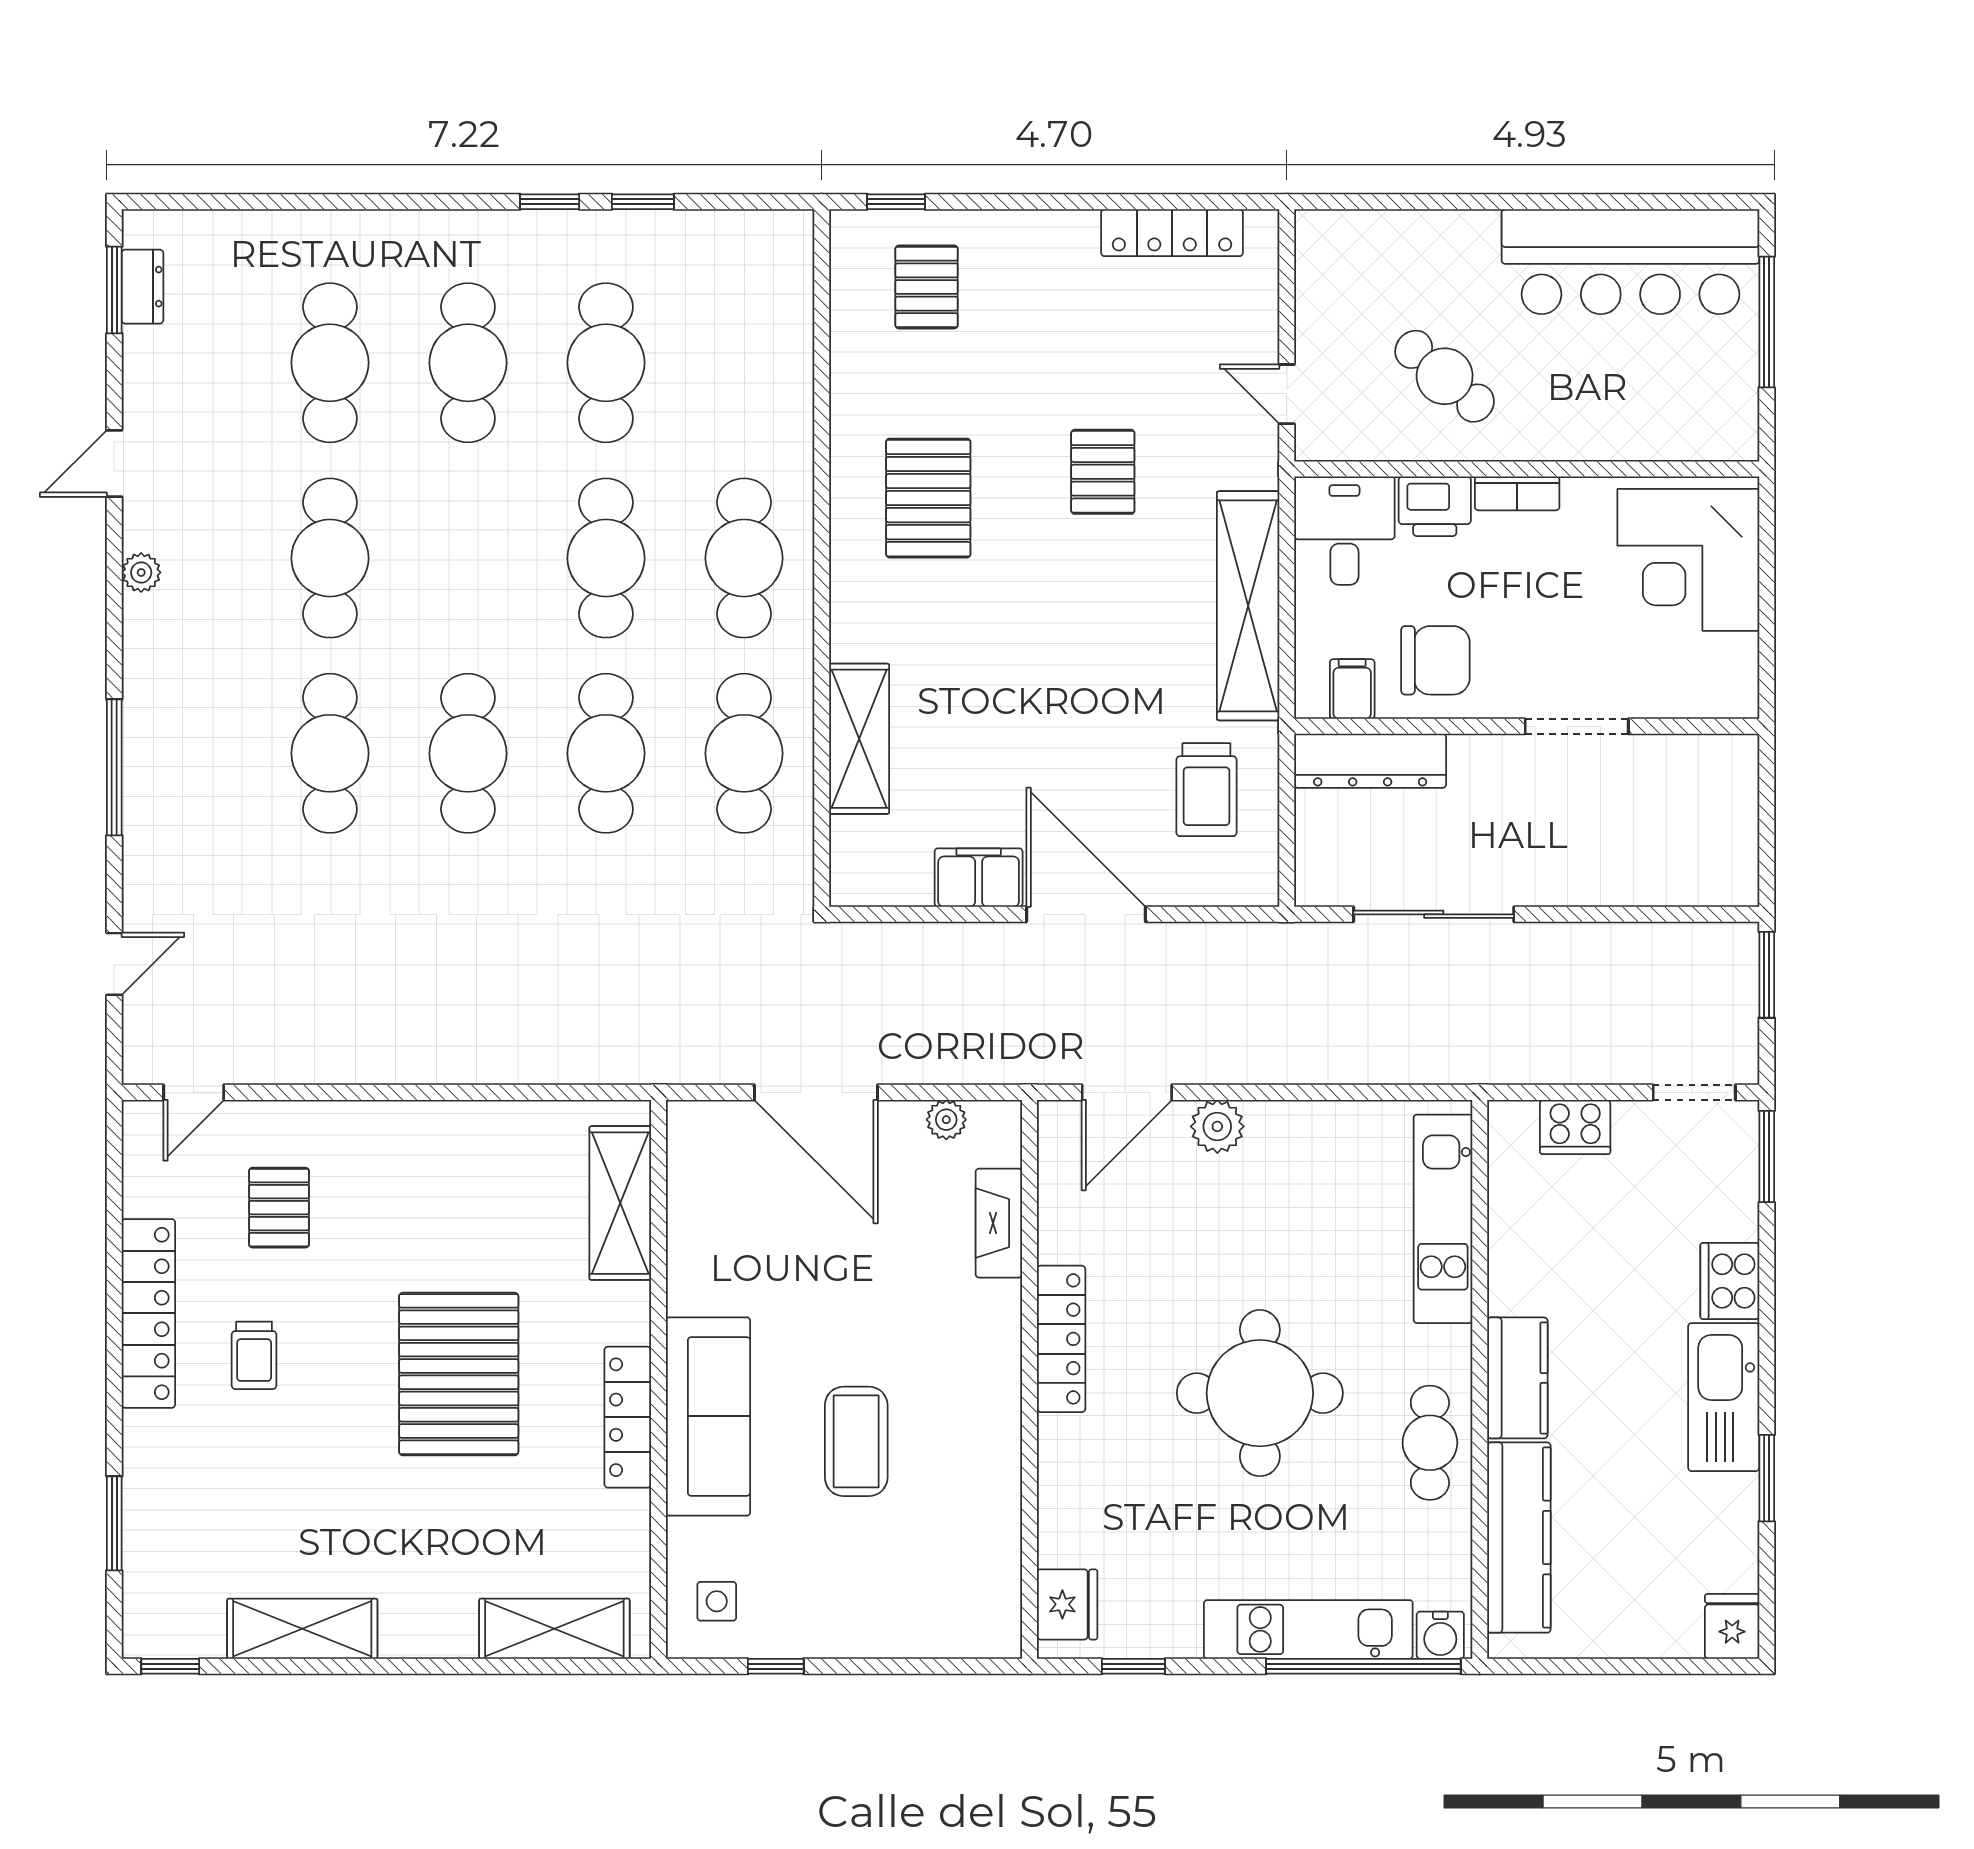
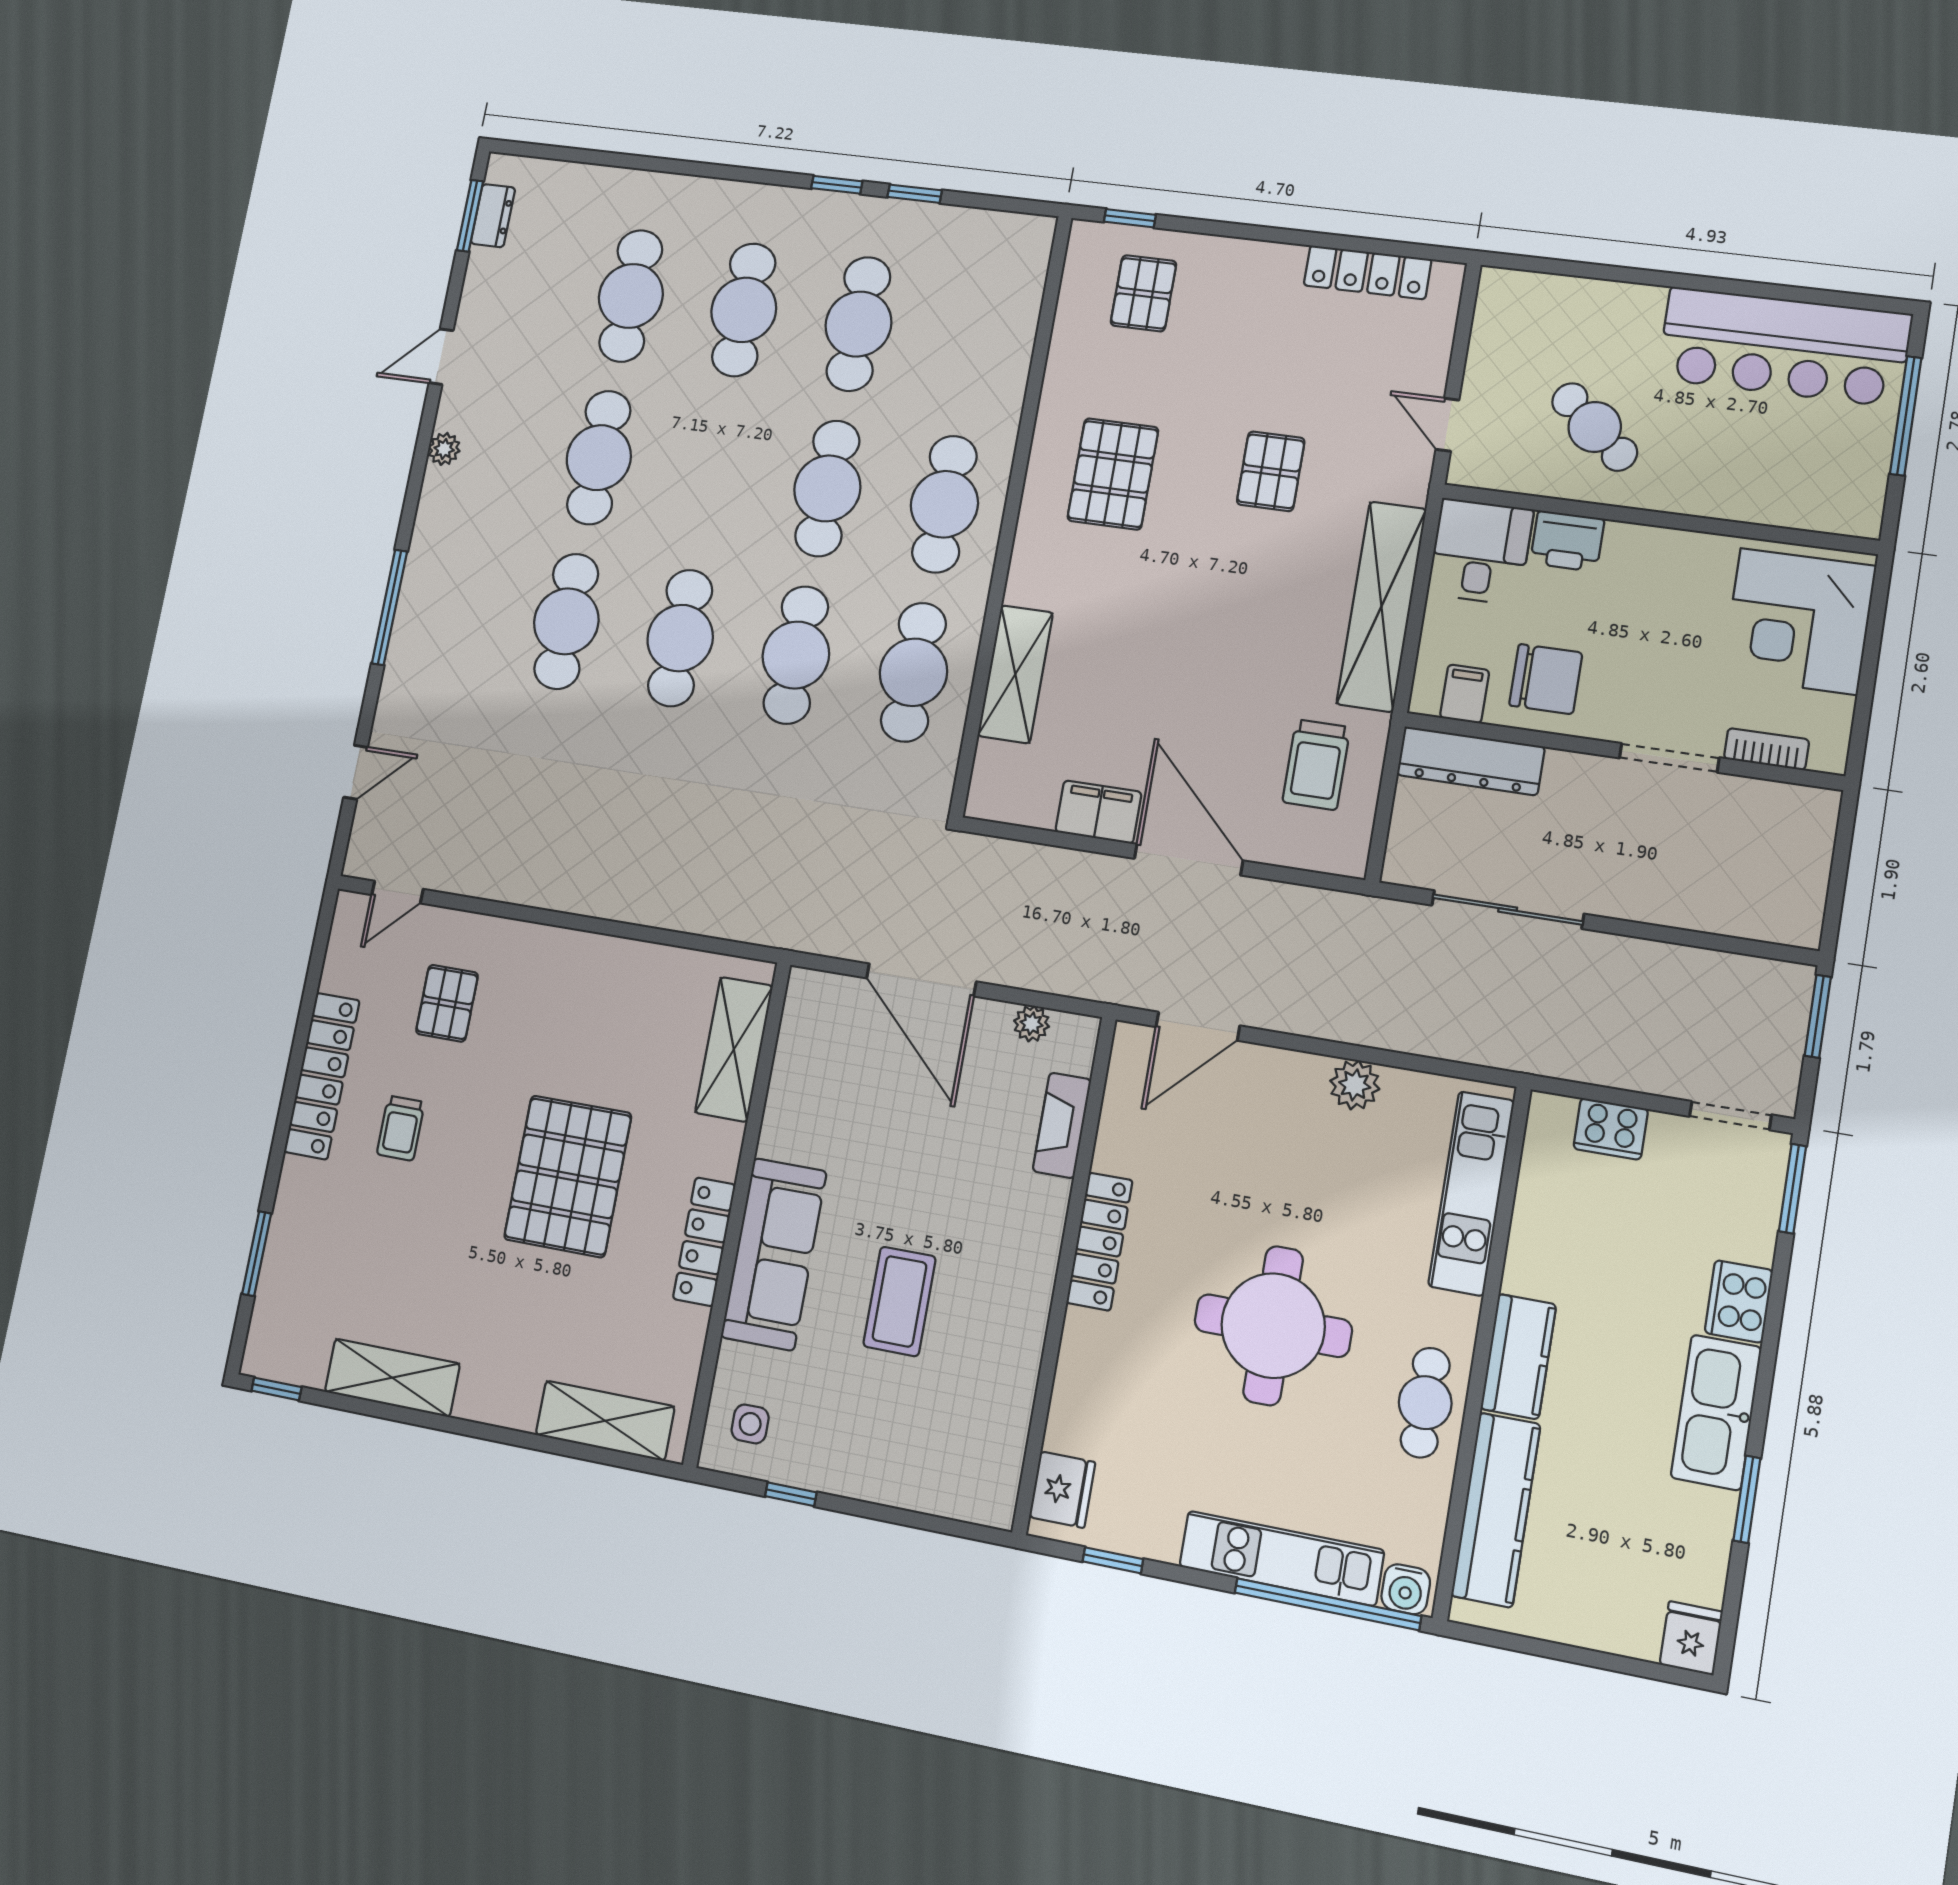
bookcase: (1517, 493) -> (1766, 749), moved, turned 180
plant: (1217, 1126) -> (1355, 1085), moved

